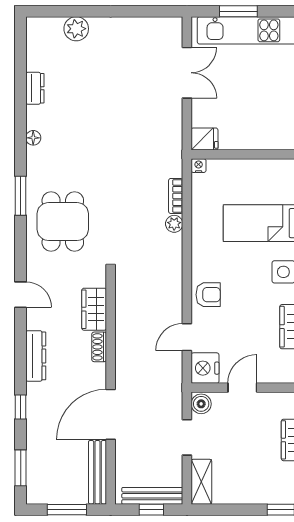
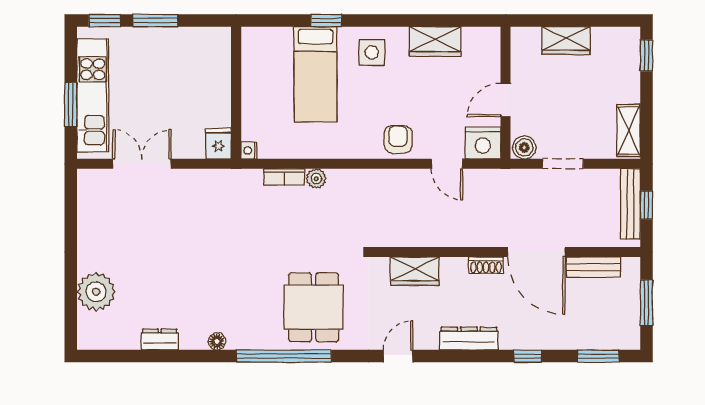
plant: (76, 29) -> (96, 292), width x1.36, depth x1.36
window: (21, 196) -> (284, 356), width x2.11
dining table: (63, 222) -> (314, 307), turned 90
shoe rack: (99, 347) -> (486, 265), moved
door: (242, 388) -> (506, 100), hinge flipped
bench: (97, 472) -> (593, 267), width x0.73
shelving: (201, 482) -> (629, 131), moved, turned 90

